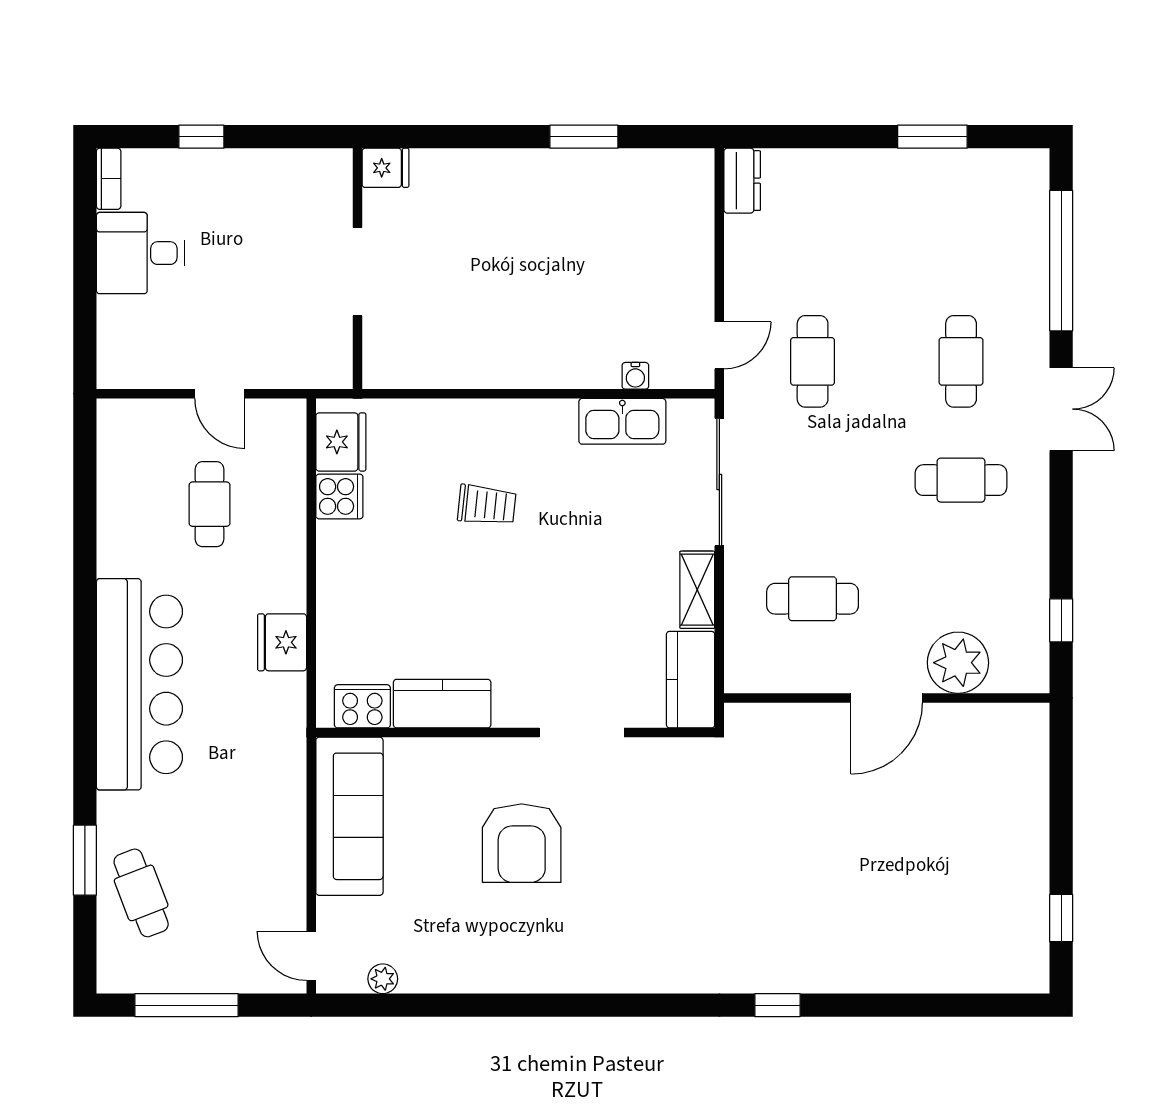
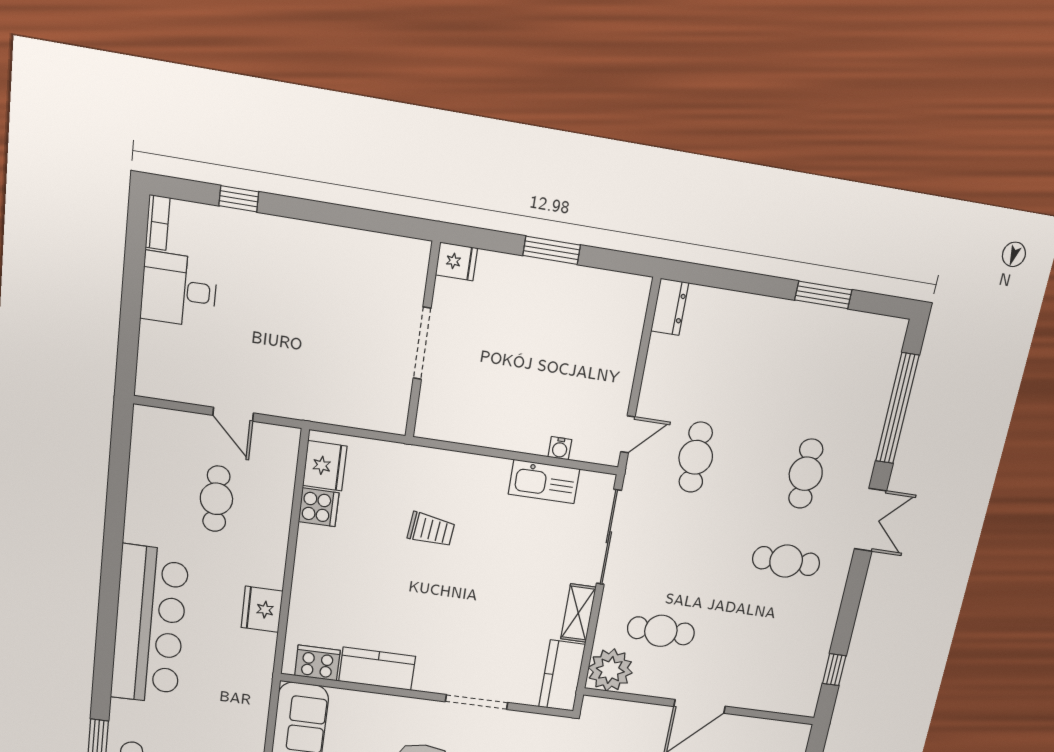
fridge: (385, 168) -> (456, 261), moved
wall: (357, 269) -> (422, 341), moved
doorway: (357, 272) -> (422, 343), moved
plant: (958, 663) -> (610, 670), moved

